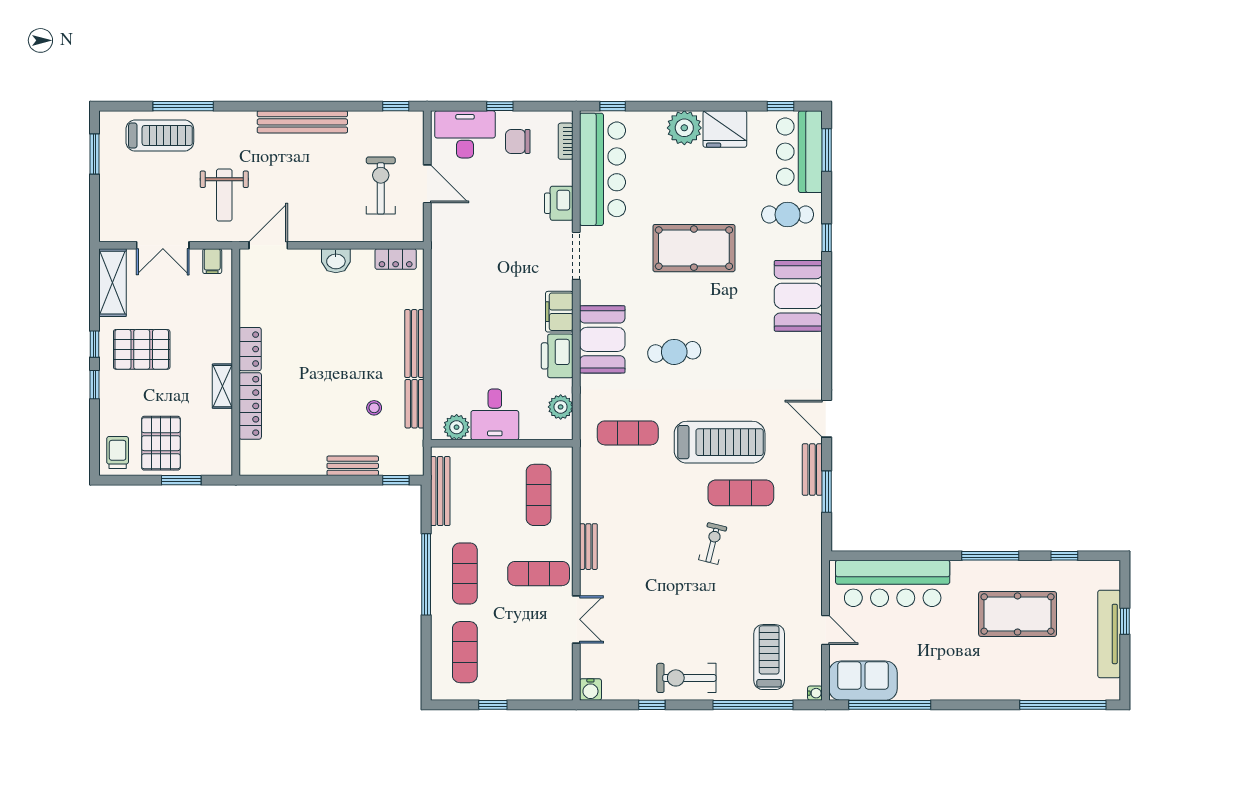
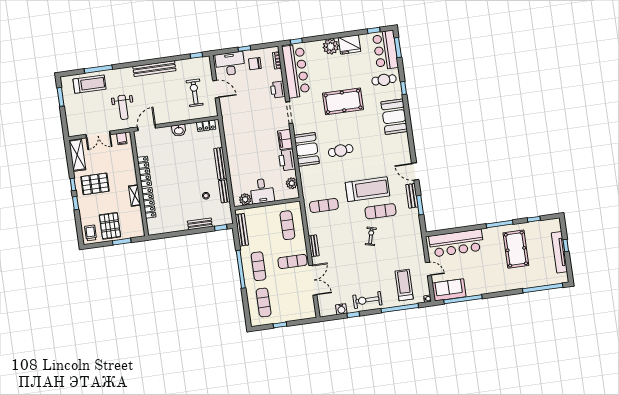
locker: (250, 349) -> (144, 171), width x1.53
exercise mat: (628, 433) -> (324, 205), moved
pool table: (1018, 614) -> (516, 249), turned 90
double door: (576, 619) -> (313, 280), width x1.37
water cooler: (590, 690) -> (341, 309), moved

